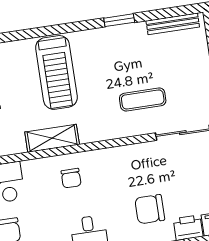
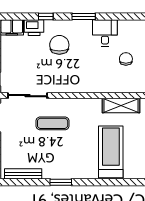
chair: (71, 178) -> (126, 59), moved
chair: (150, 209) -> (59, 45), turned -90

